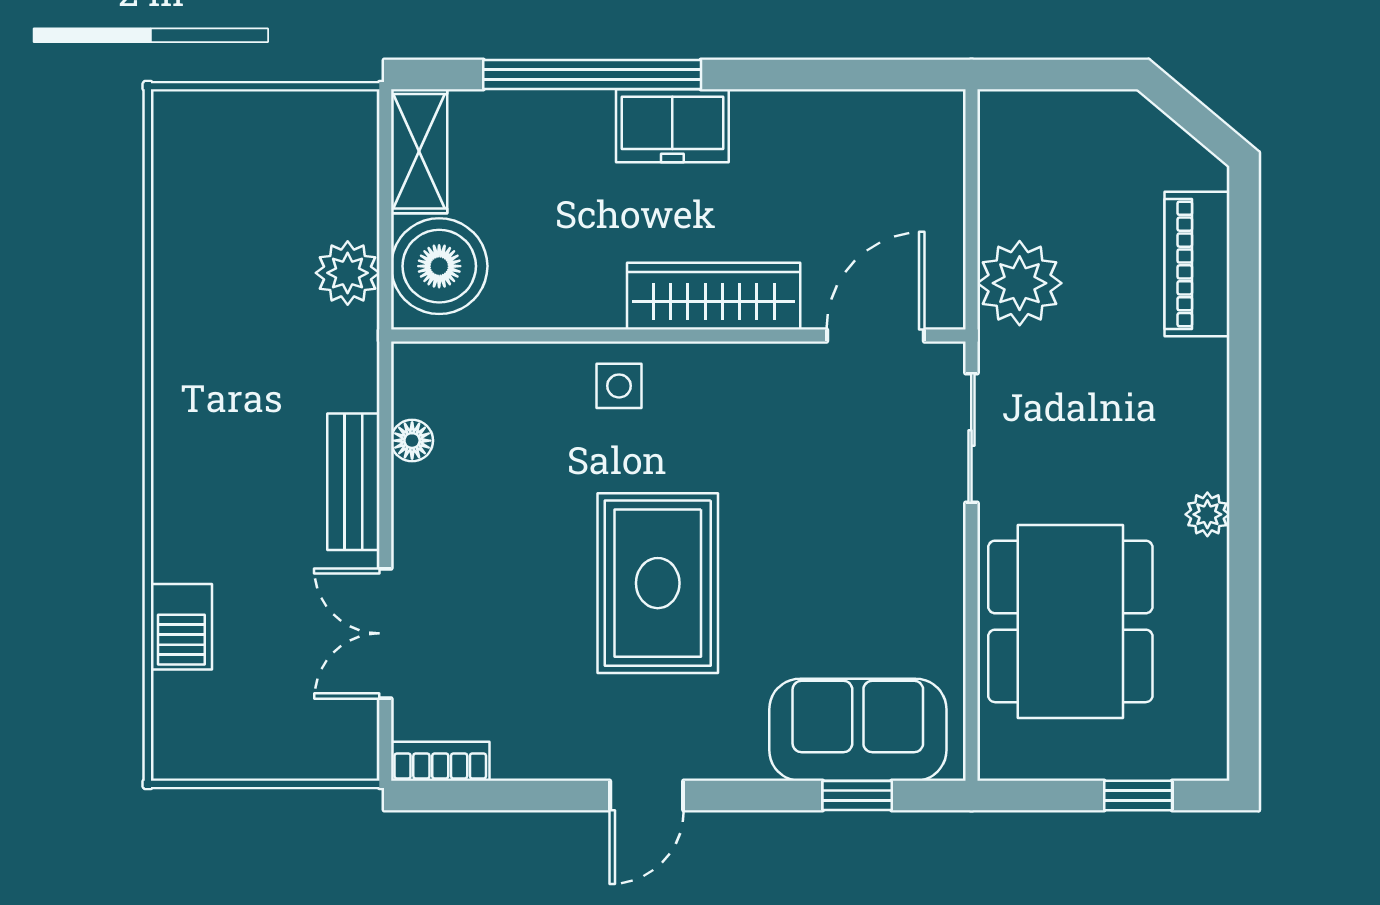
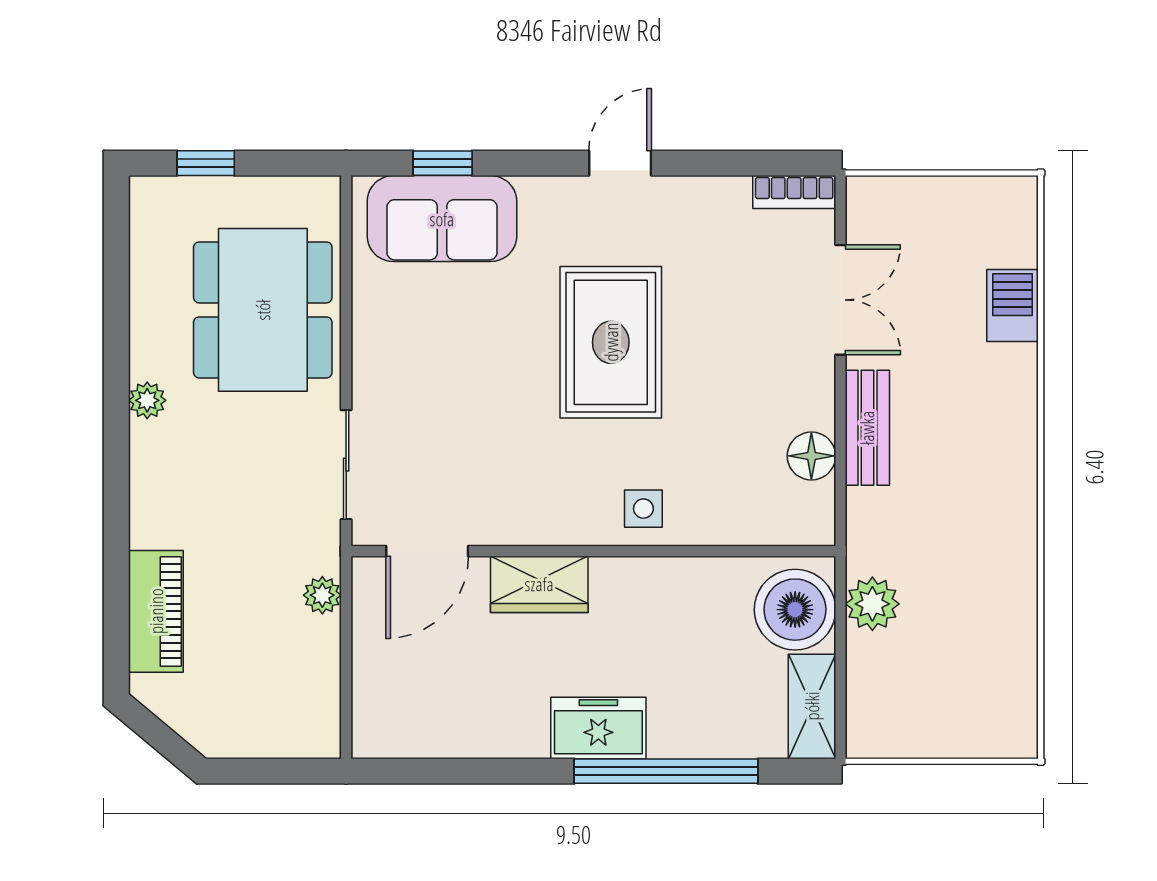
plant: (1020, 283) -> (322, 595), width x0.53, depth x0.53
wardrobe: (714, 296) -> (539, 584), width x0.67
floor lamp: (412, 441) -> (811, 456), width x1.37, depth x1.37

